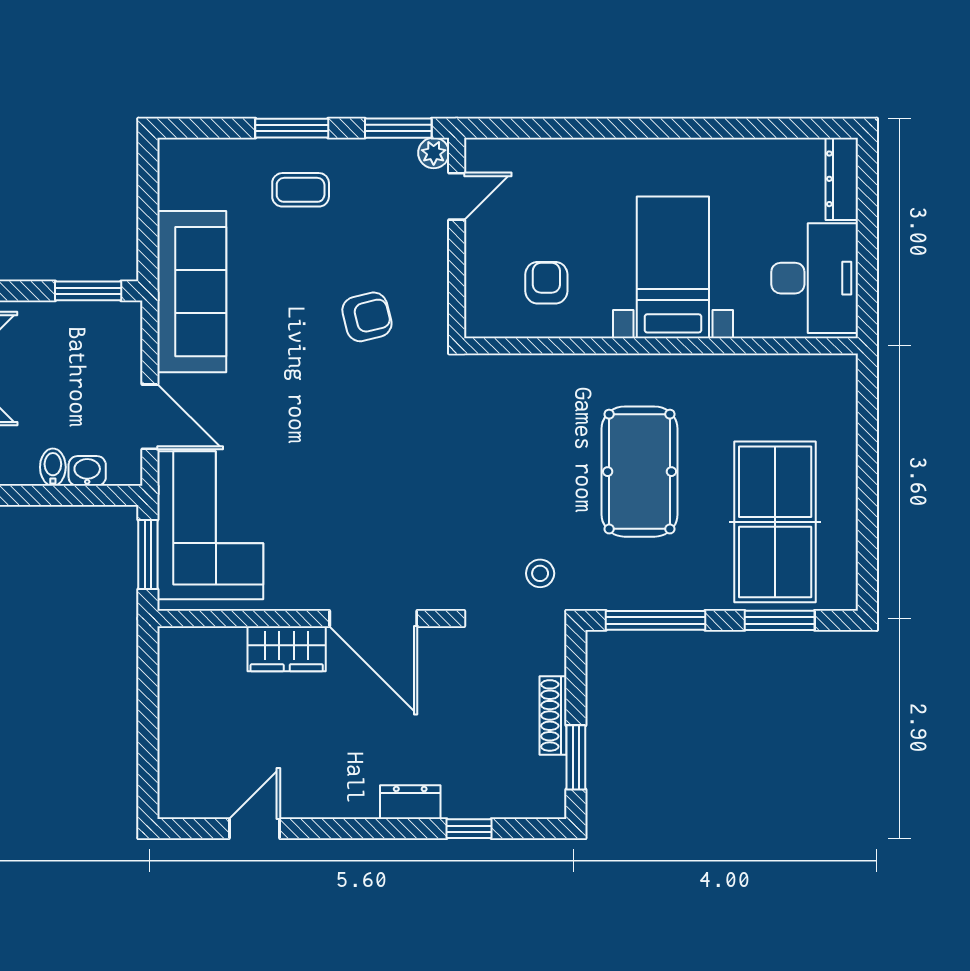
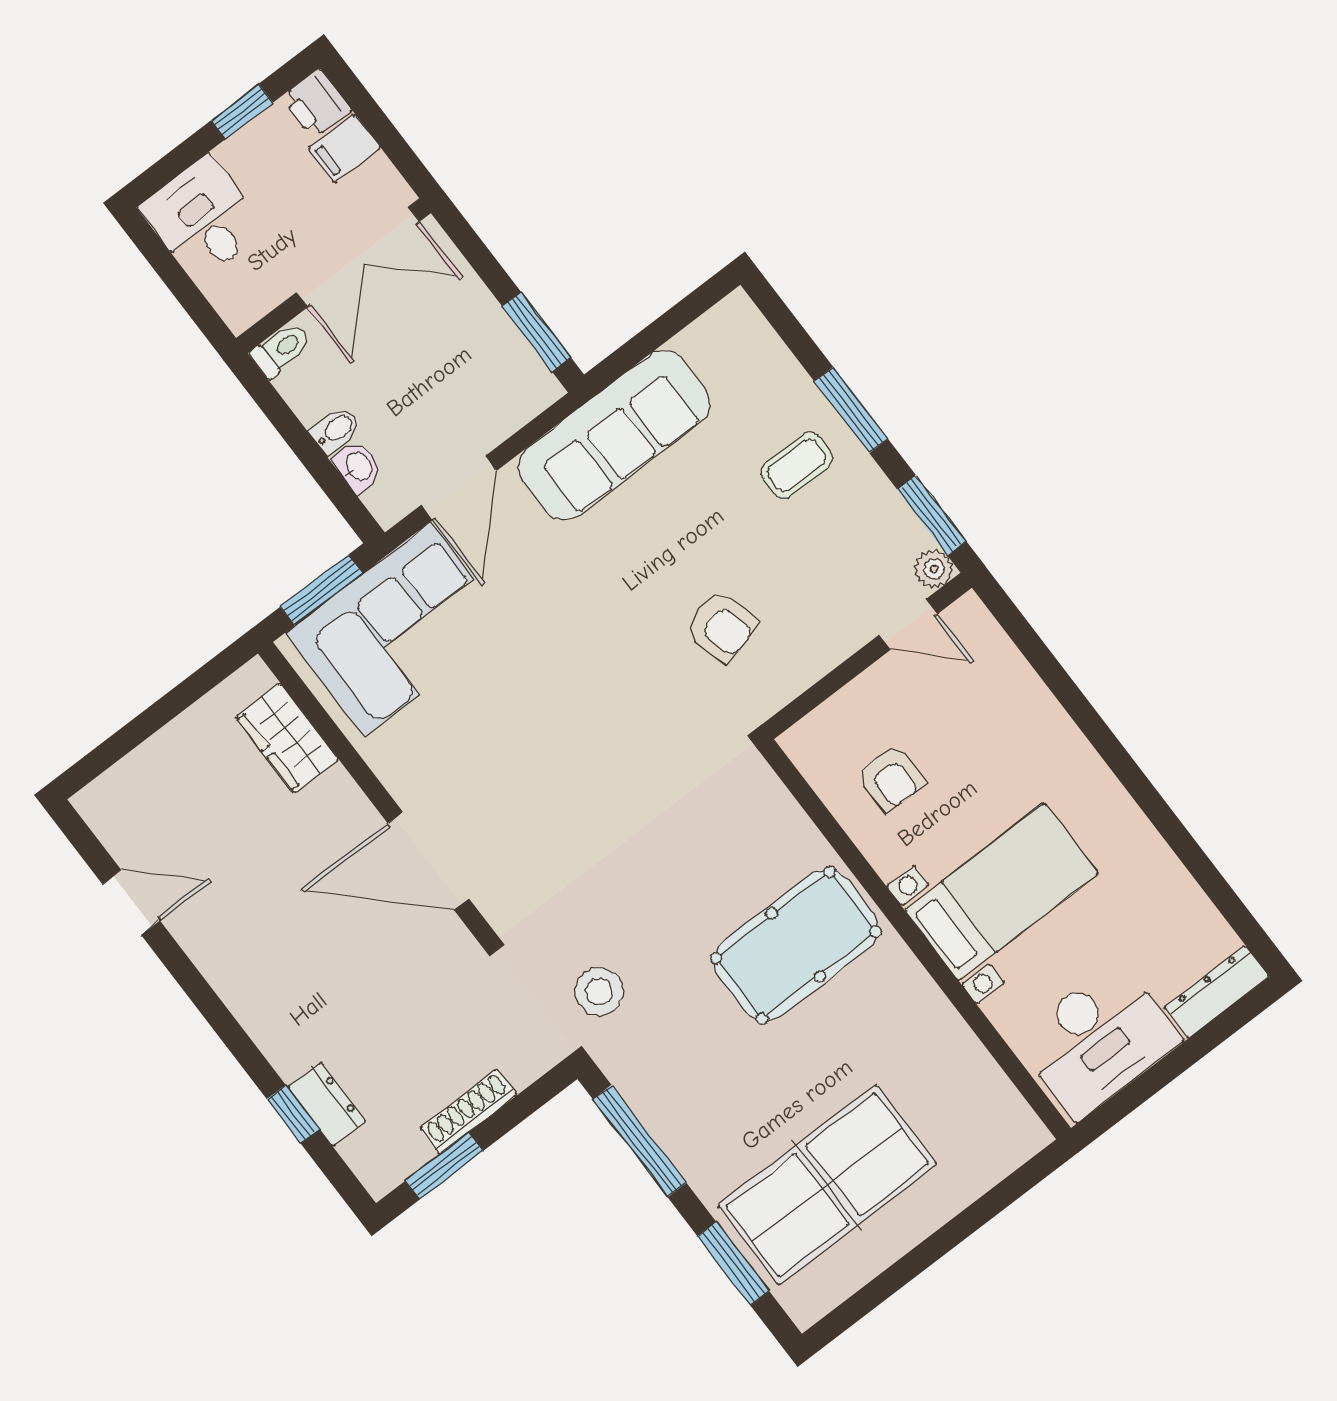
coffee table: (301, 190) -> (797, 465), turned 90
armchair: (546, 283) -> (891, 778), turned 90
pool table: (640, 472) -> (796, 945), moved
stool: (540, 573) -> (599, 992), width x1.37, depth x1.37
door: (373, 618) -> (428, 861), hinge flipped
wardrobe: (287, 649) -> (287, 738), moved
dresser: (410, 802) -> (327, 1104), moved

